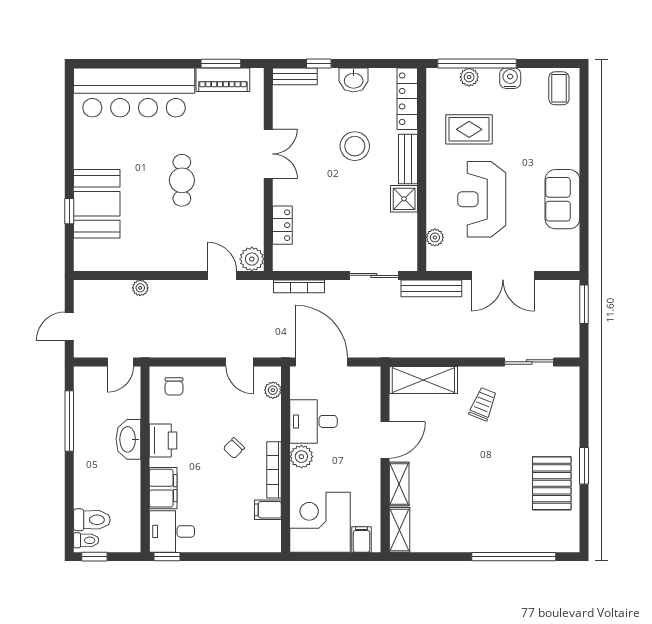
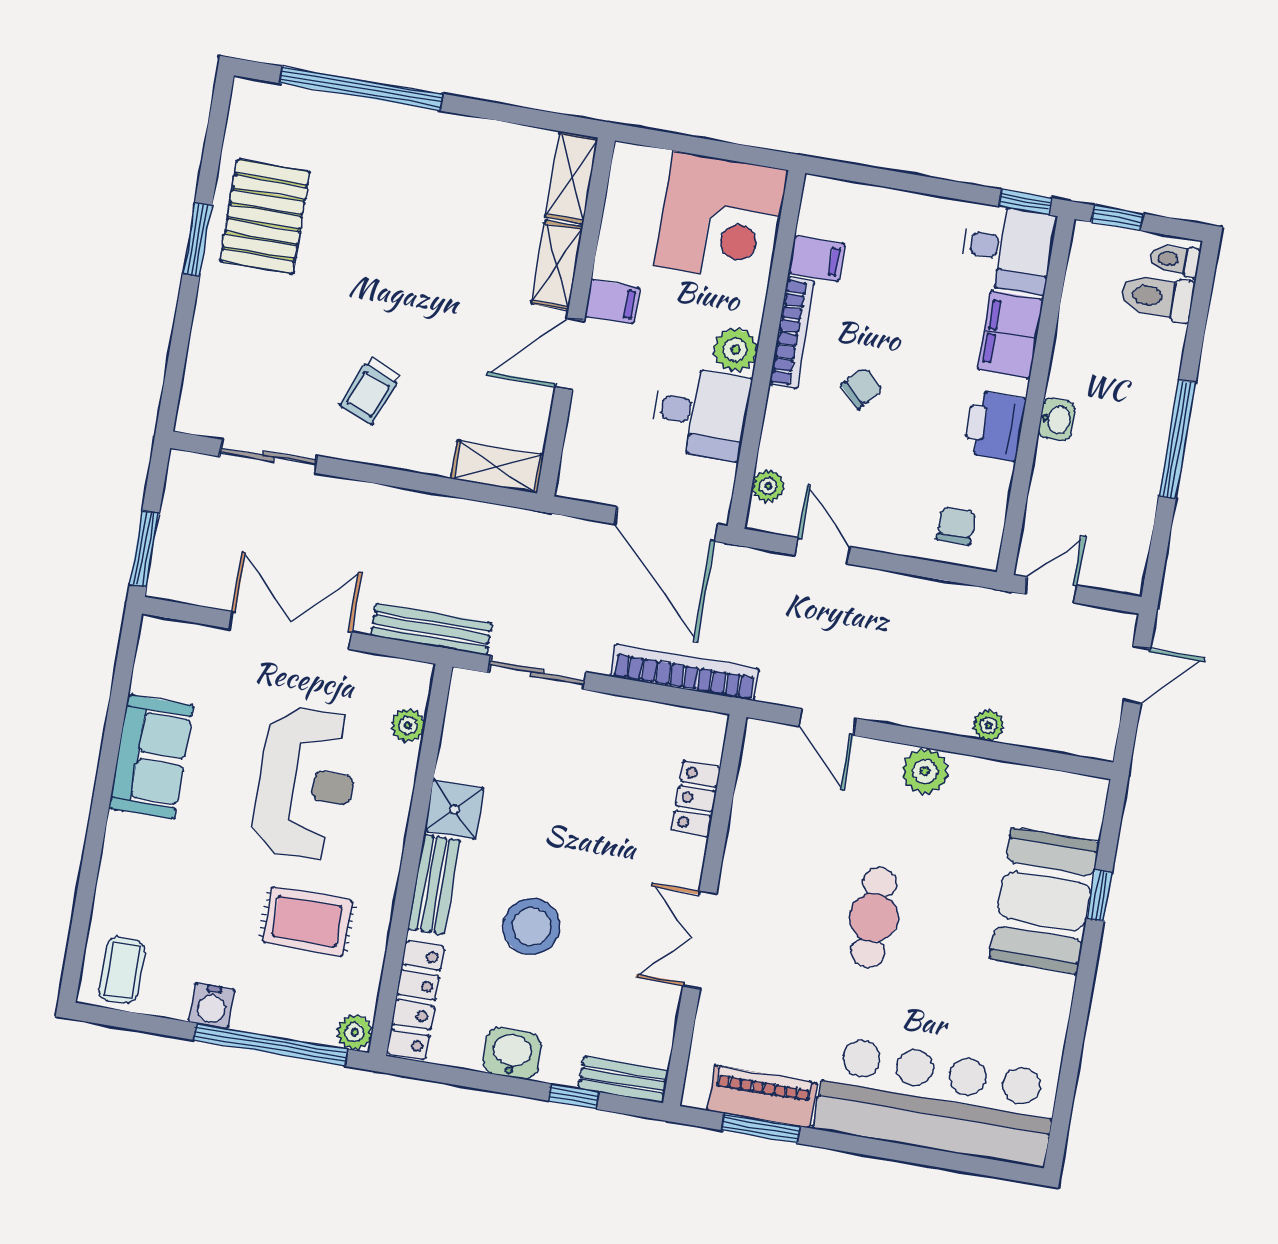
plant: (469, 77) -> (355, 1032), moved
plant: (252, 259) -> (925, 771), moved
bookcase: (299, 286) -> (685, 672), width x1.48, depth x1.31
shelving: (423, 380) -> (497, 467), width x0.67, depth x0.75
window: (69, 421) -> (1177, 440), moved
washbasin: (128, 439) -> (1057, 420), width x0.52, depth x0.69
filing cabinet: (361, 539) -> (612, 302), moved, turned -90
window: (94, 557) -> (1117, 218), moved

